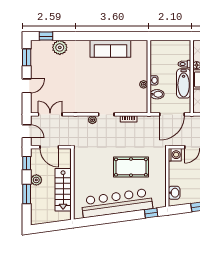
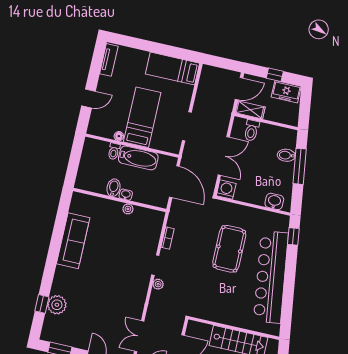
window: (46, 36) -> (42, 304), moved
bidet: (157, 94) -> (113, 188), moved

